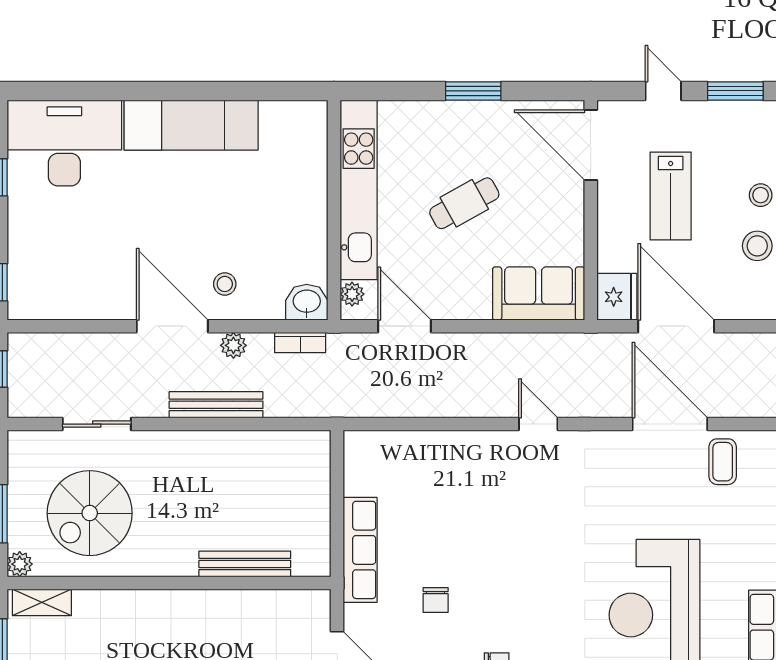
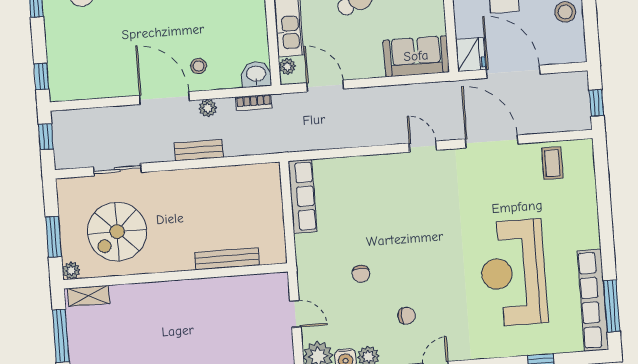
bench: (216, 405) -> (199, 150), width x0.73
door: (670, 424) -> (492, 141), moved
row of seats: (360, 550) -> (303, 196), moved

